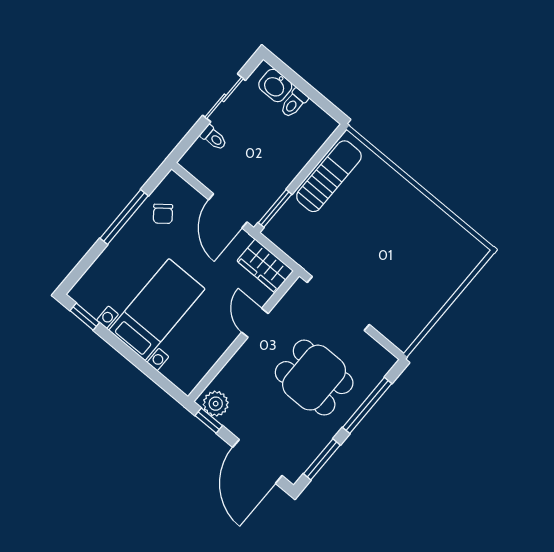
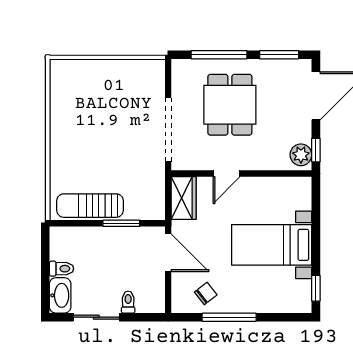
washbasin: (275, 85) -> (60, 295), width x1.38
window: (275, 208) -> (121, 223), moved
door: (228, 211) -> (168, 253), hinge flipped

